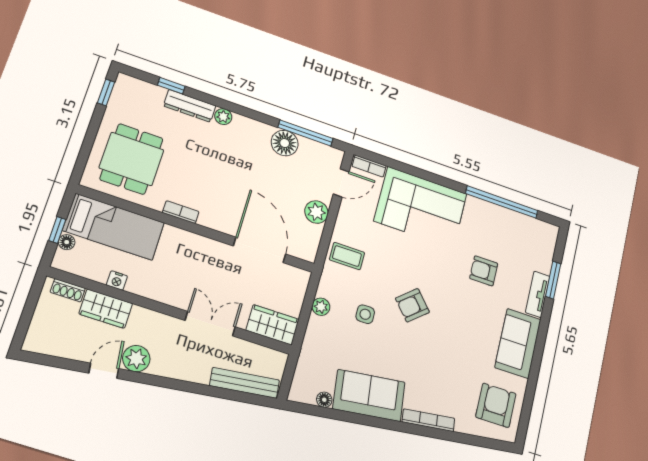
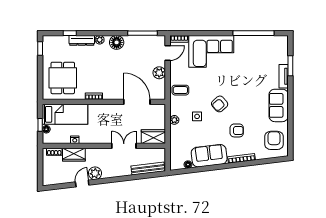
floor lamp: (285, 143) -> (117, 42), moved
armchair: (484, 271) -> (237, 130), moved, turned 180

